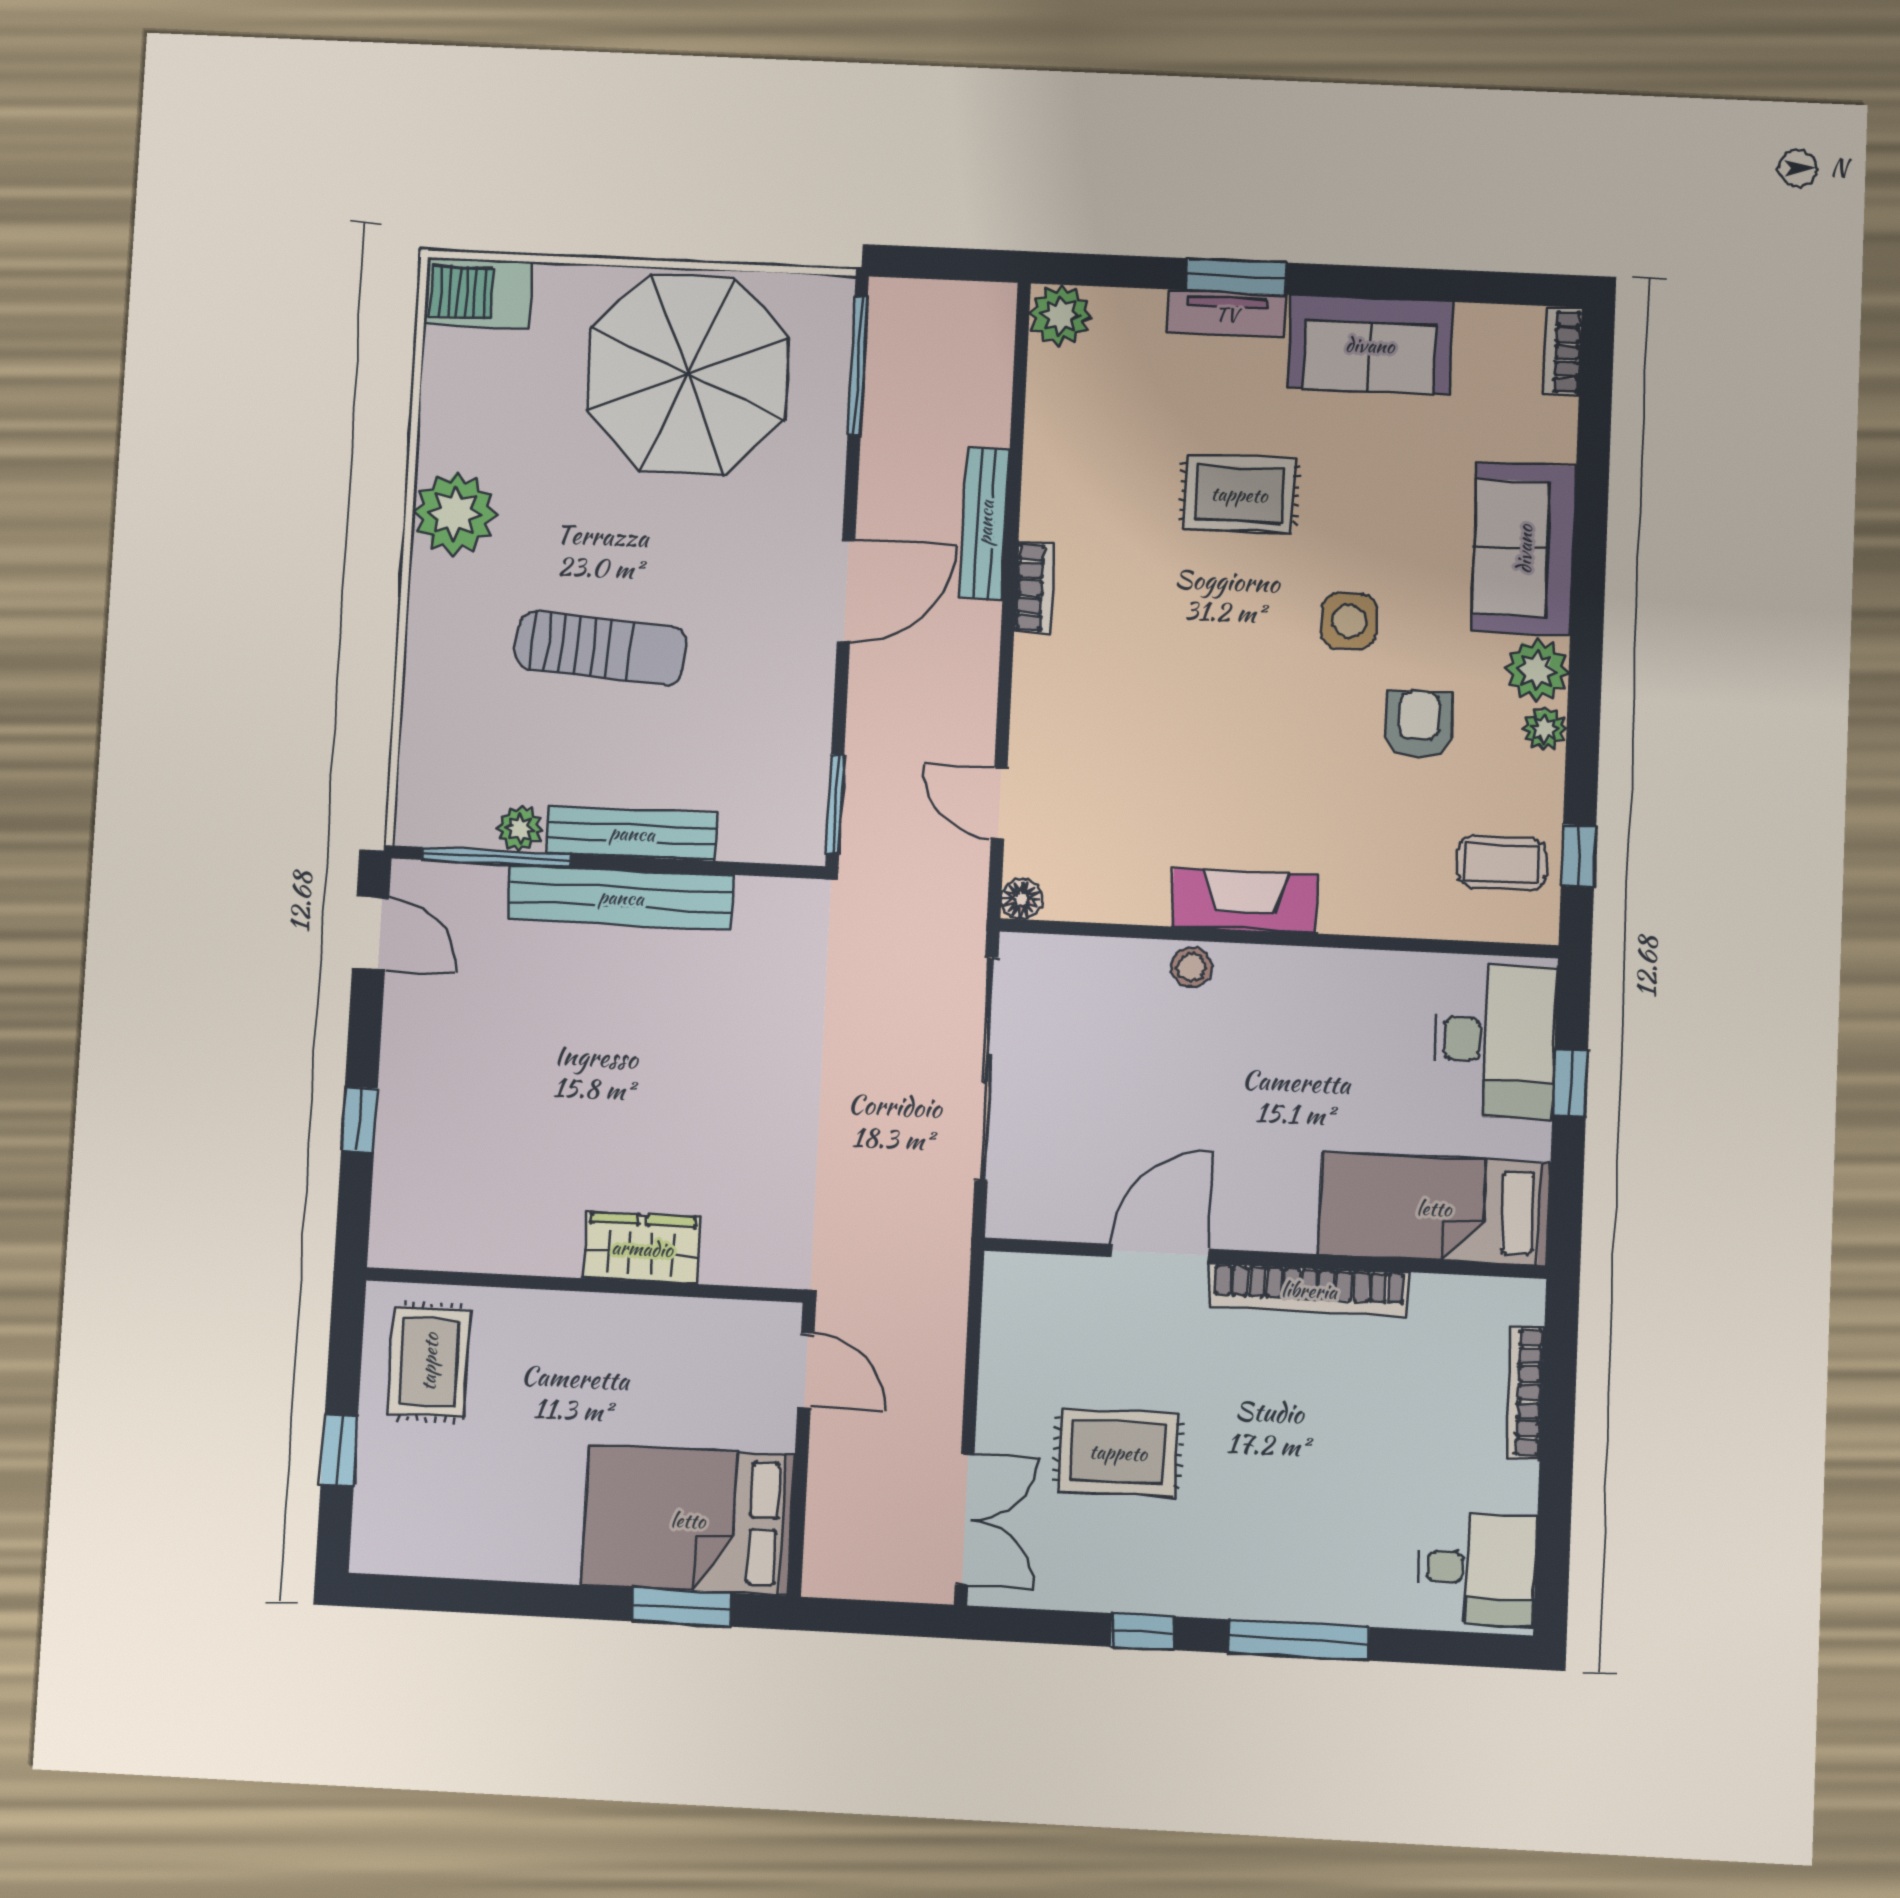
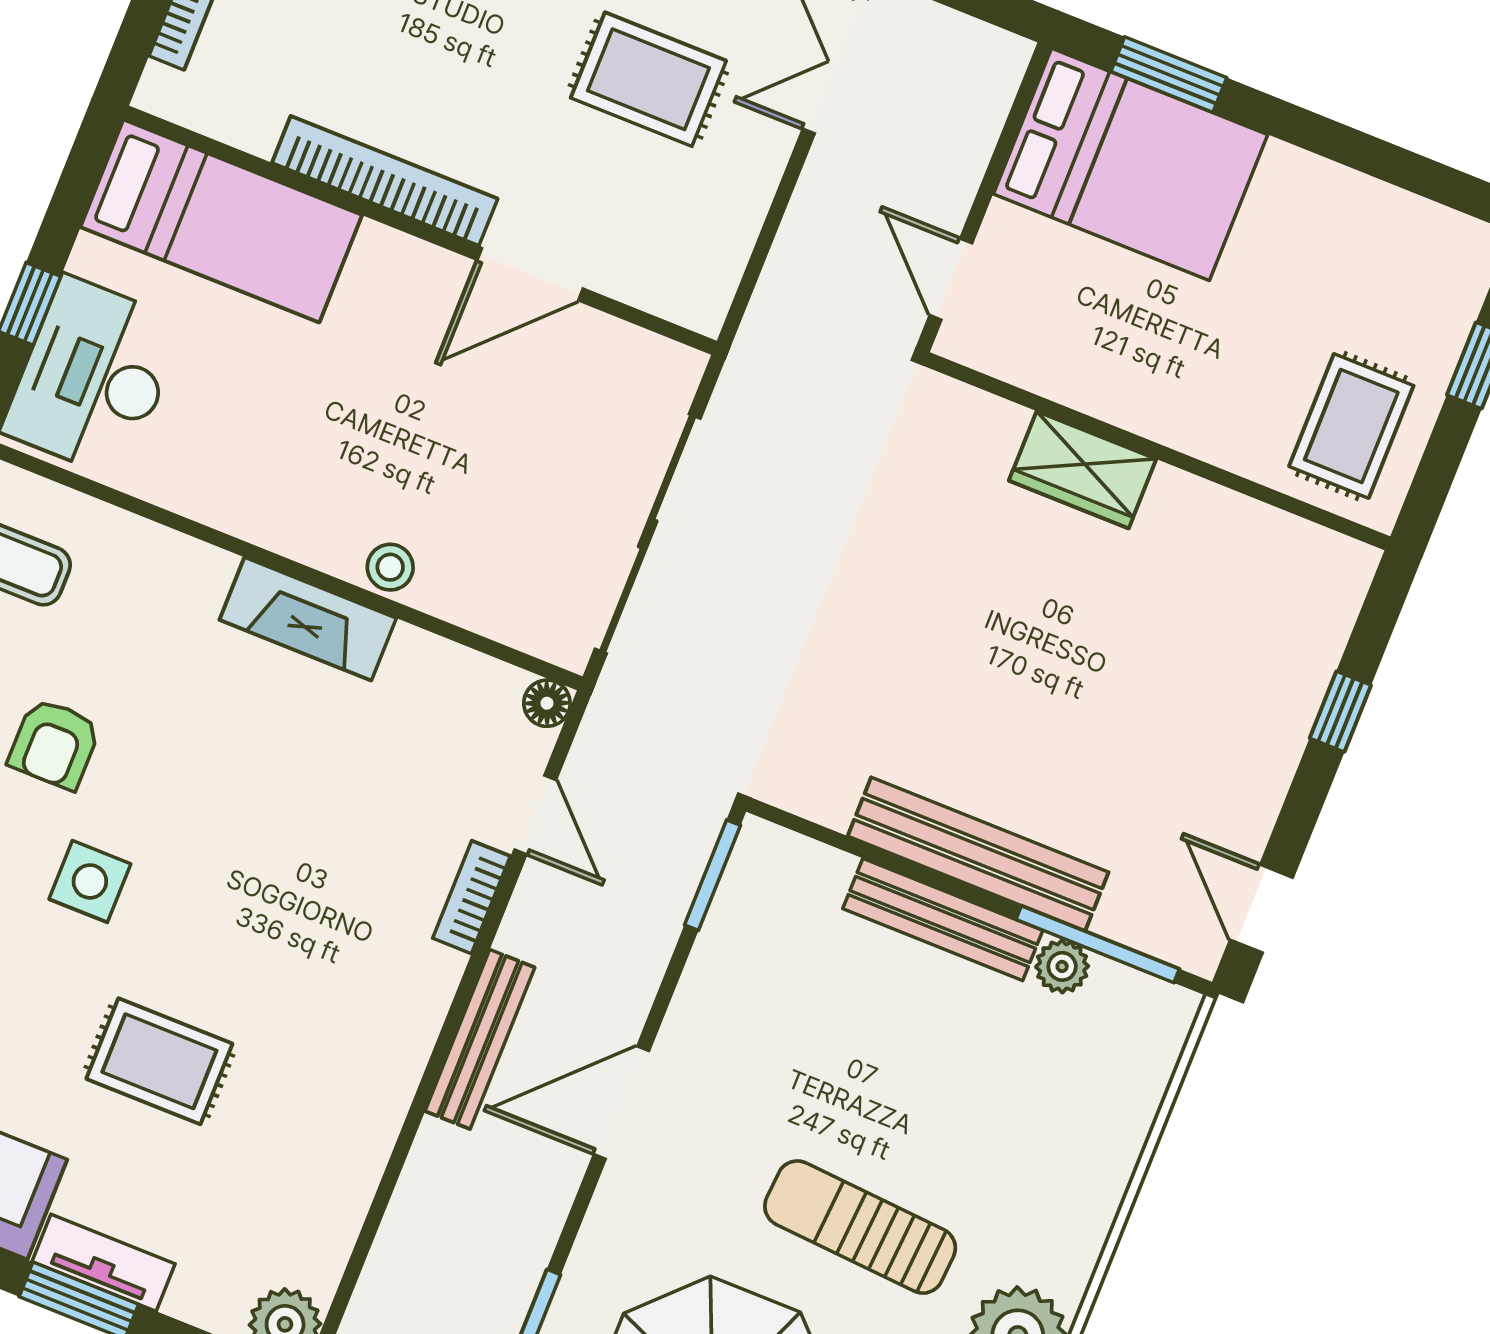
bench: (985, 523) -> (480, 1039), moved
bookcase: (1035, 588) -> (472, 897), moved
sun lounger: (601, 648) -> (860, 1227), moved

